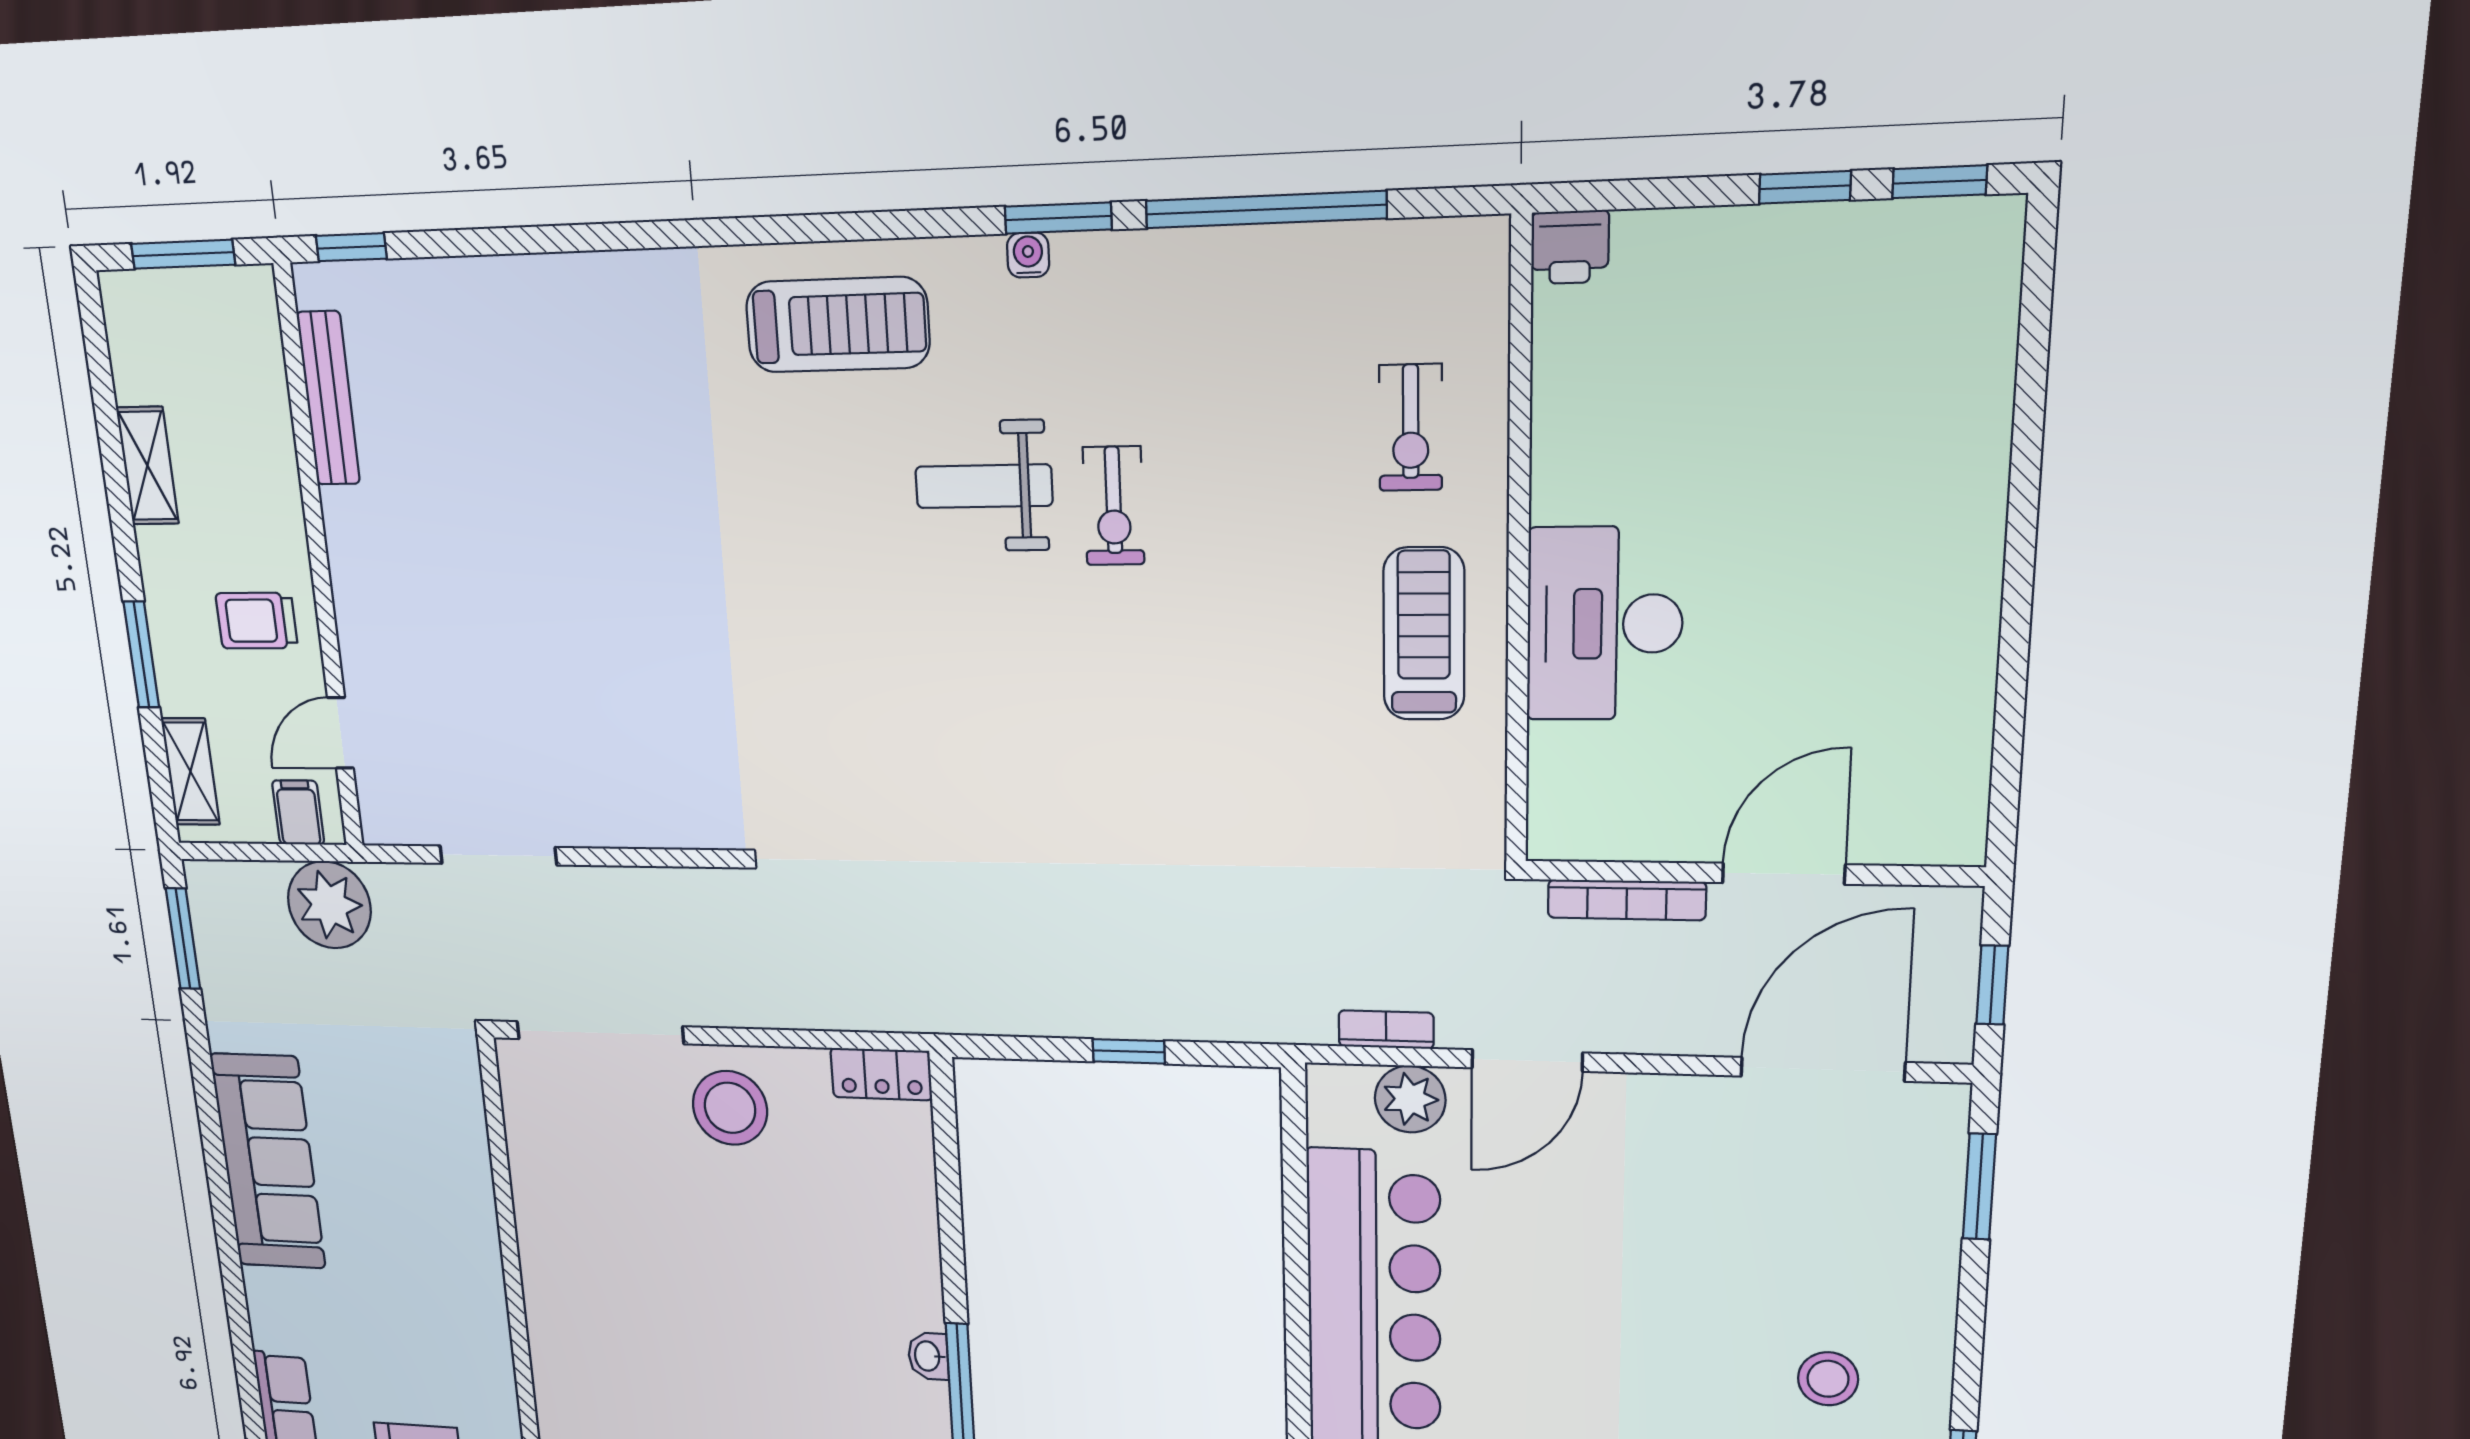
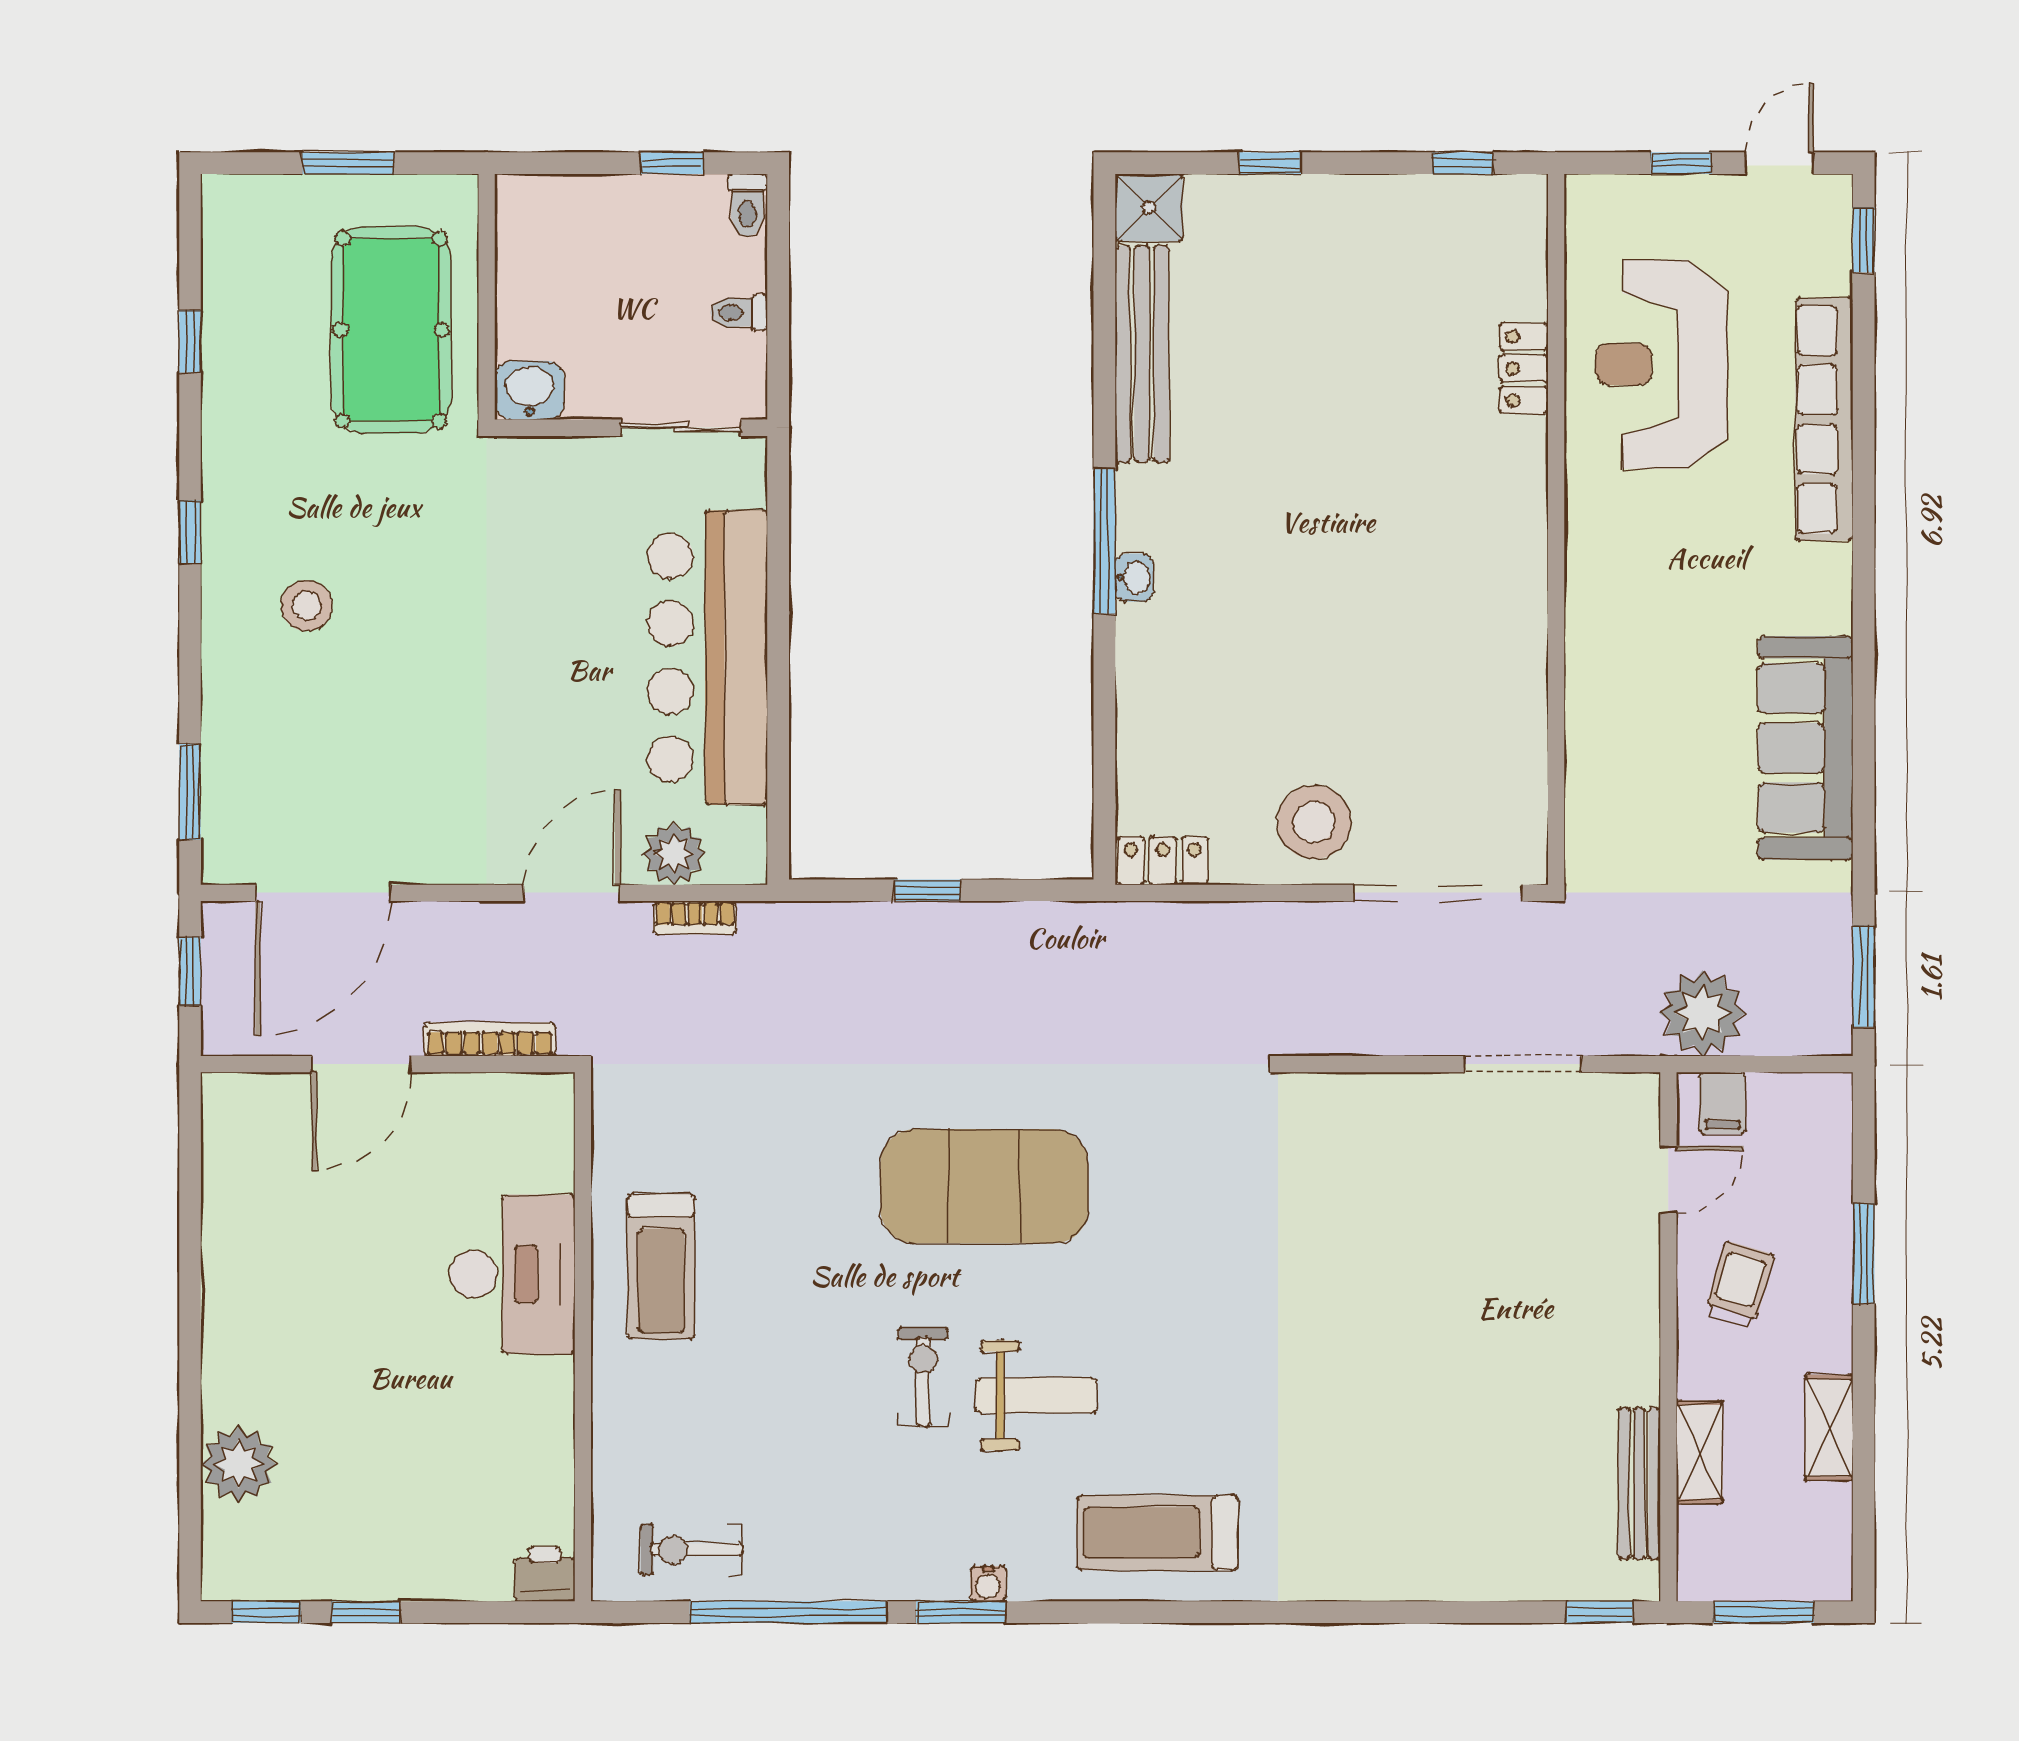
plant: (1966, 379) -> (239, 1464), added
exercise bike: (1411, 428) -> (692, 1550), moved, turned -90
trolley: (257, 621) -> (1739, 1285), turned -74
exercise mat: (1053, 728) -> (984, 1186), added
shelving: (190, 772) -> (1700, 1452), moved

